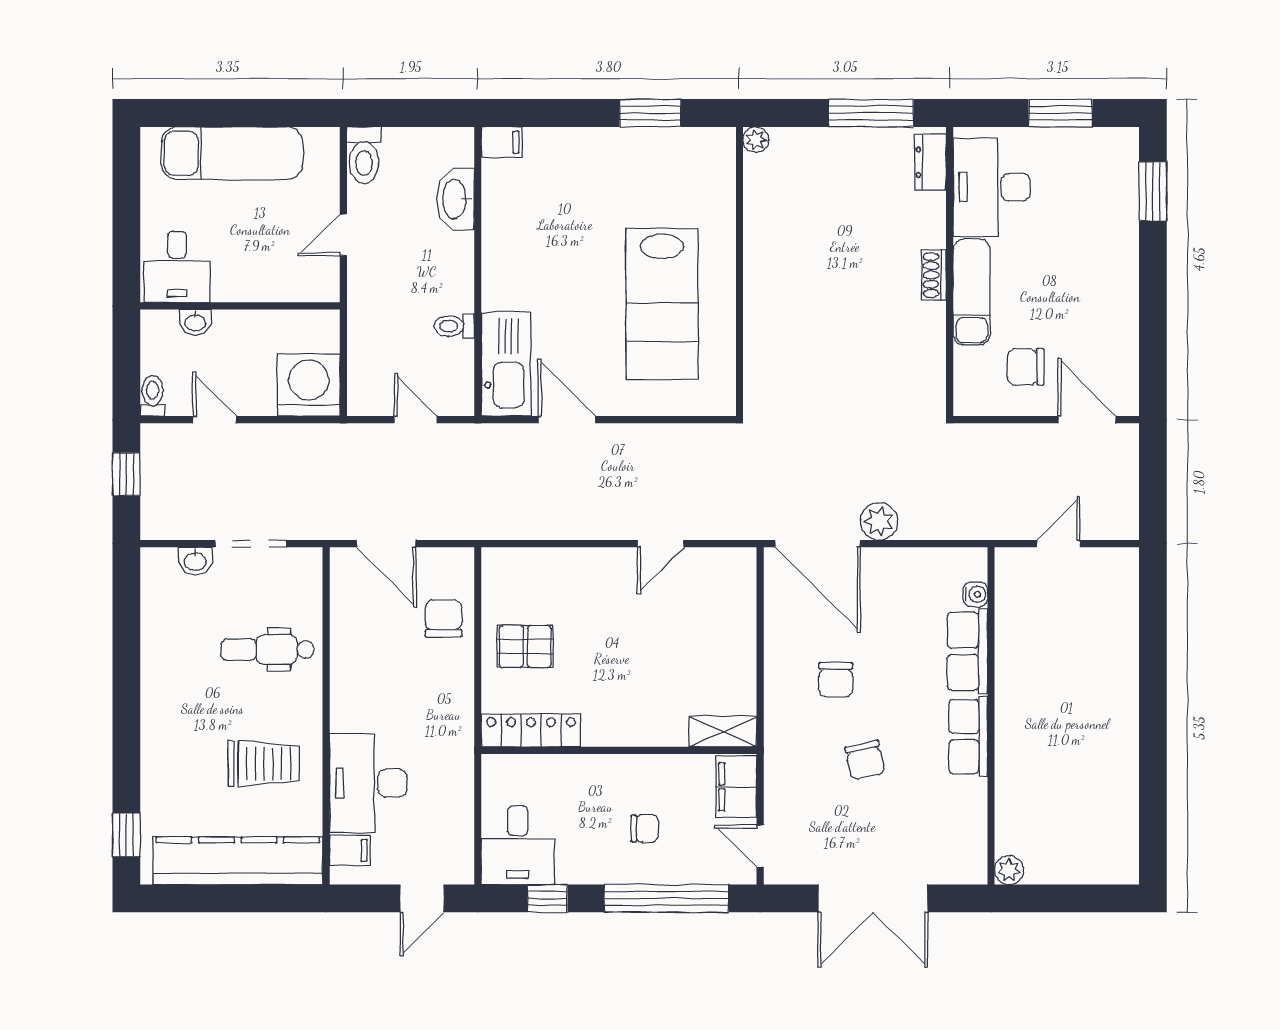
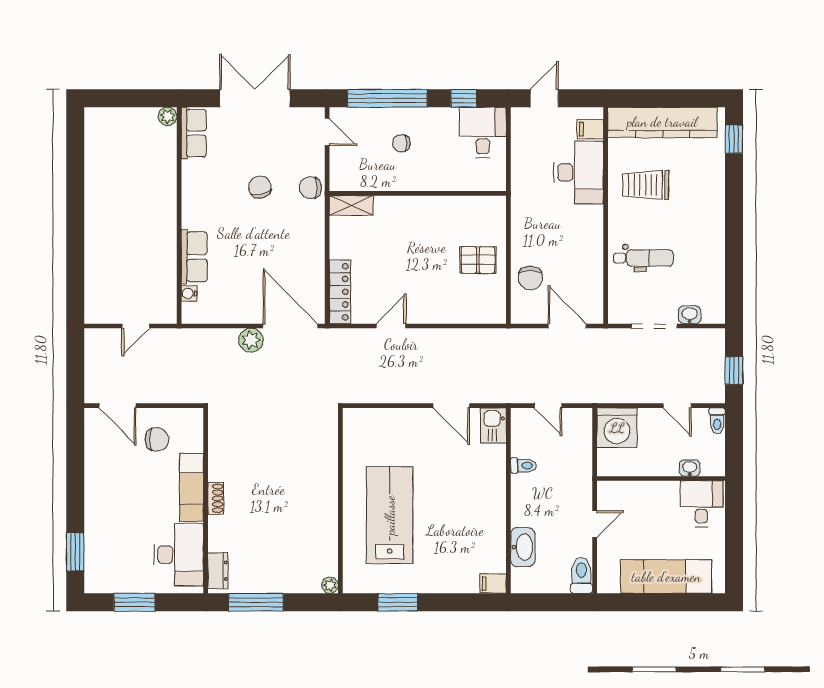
lab bench: (662, 304) -> (390, 515), moved
kitchen sink: (506, 364) -> (493, 426), width x0.53, depth x0.81
chair: (836, 680) -> (310, 188), moved, turned -90
locker: (531, 730) -> (340, 292), moved, turned -90
row of seats: (968, 737) -> (194, 133), moved
filing cabinet: (736, 787) -> (343, 170), removed

